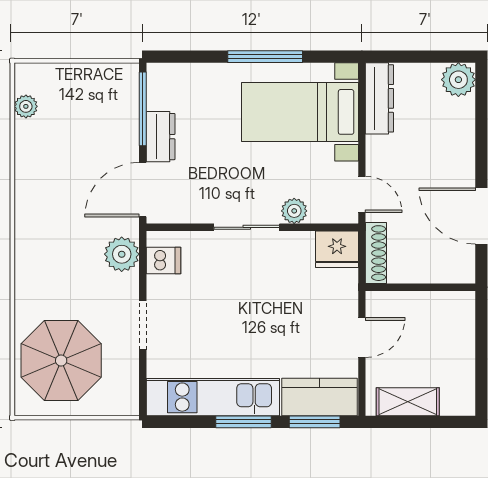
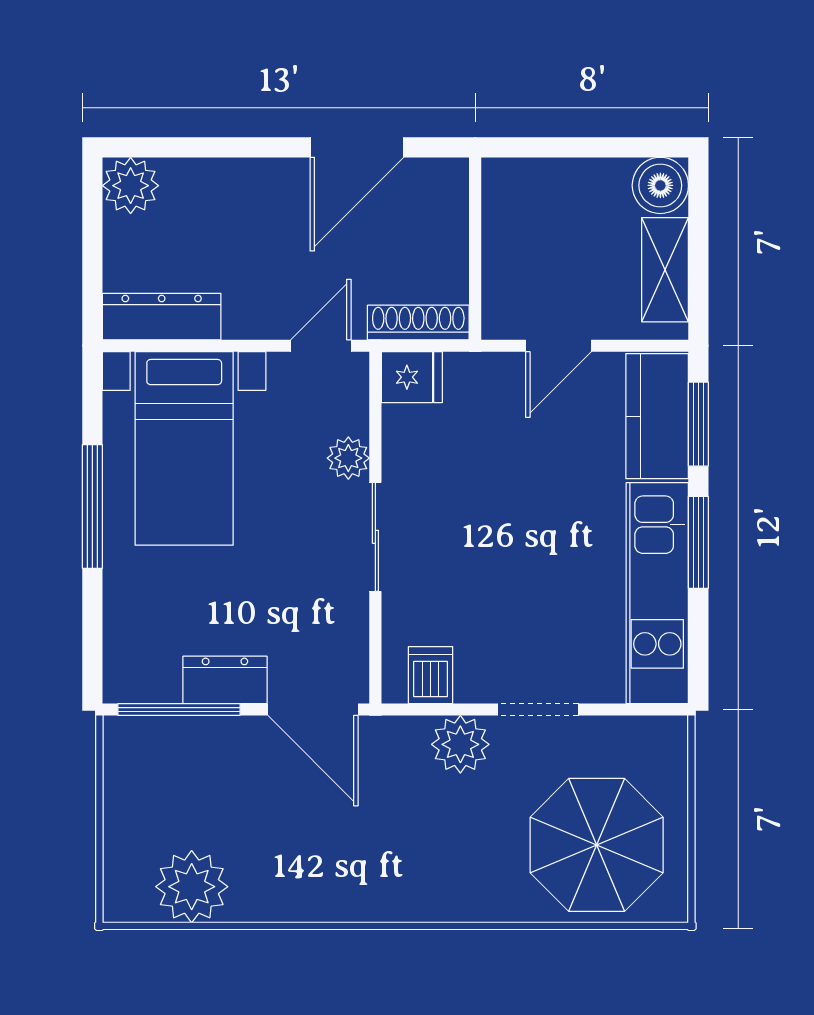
plant: (26, 106) -> (192, 887), width x1.88, depth x1.88
fridge: (337, 249) -> (412, 377), width x0.72
plant: (122, 254) -> (460, 744), moved
door: (362, 338) -> (559, 346), swing flipped
boiler: (458, 399) -> (660, 185), added

